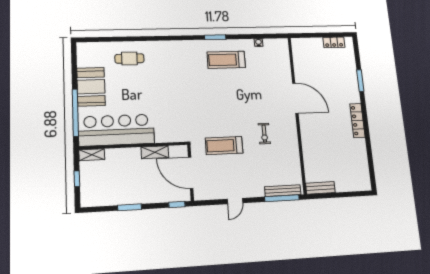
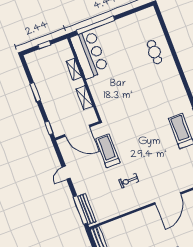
booth: (91, 87) -> (121, 30), removed
bar counter: (116, 130) -> (89, 54), width x0.73
shelving: (92, 155) -> (74, 69), moved
door: (191, 173) -> (77, 131), swing flipped
door: (235, 201) -> (66, 173), hinge flipped

